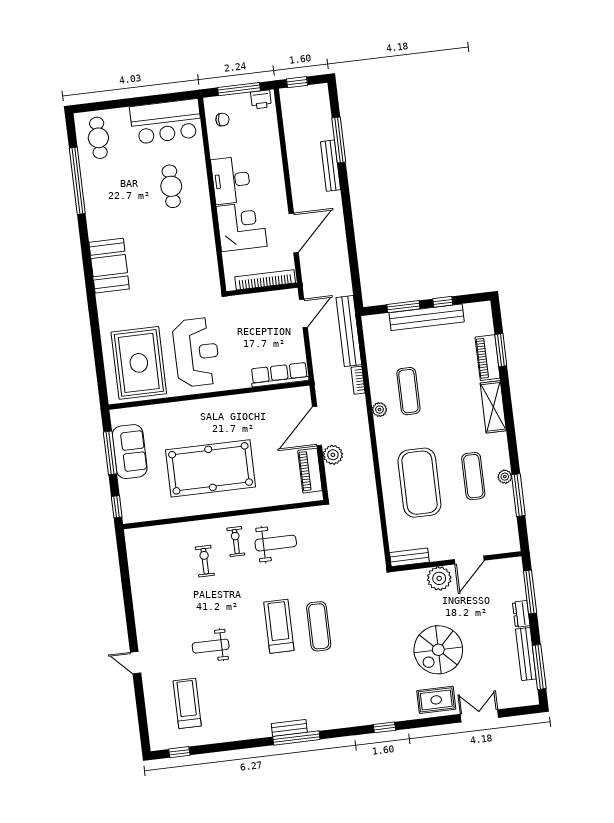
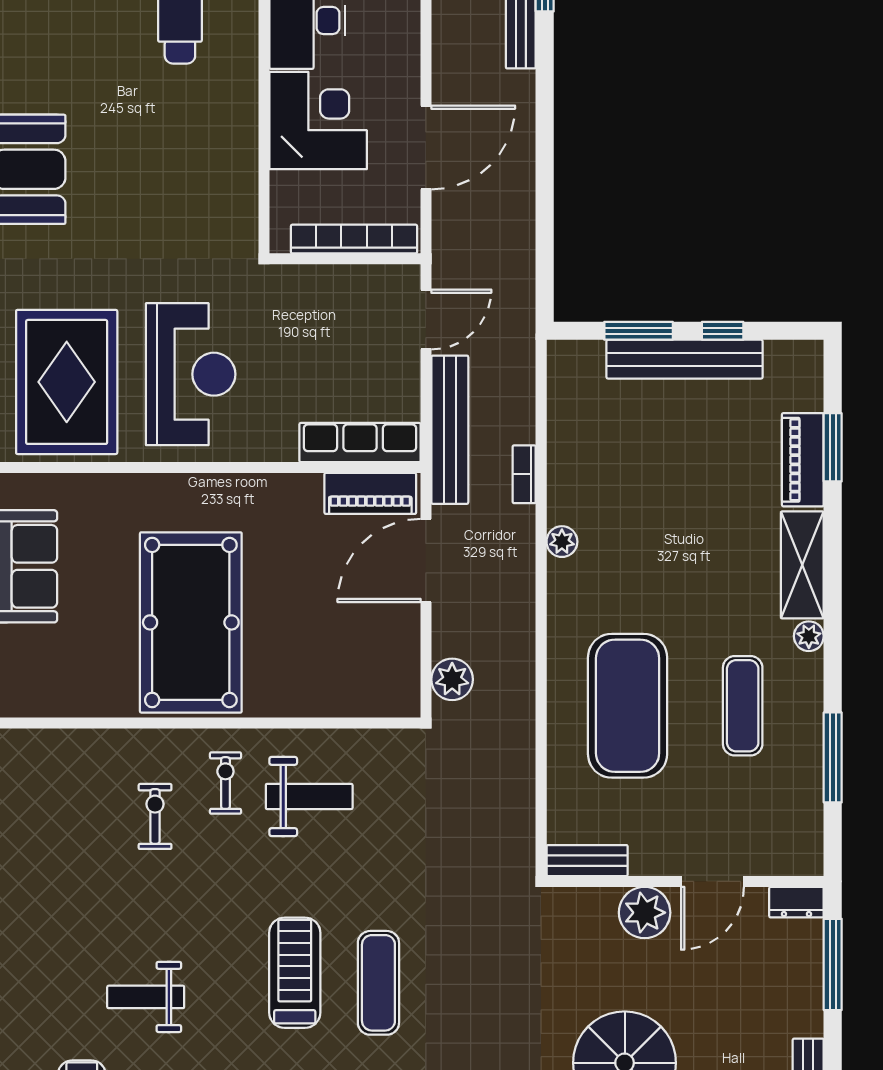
bench: (349, 331) -> (450, 430), moved
exercise mat: (408, 391) -> (628, 510), removed
plant: (333, 455) -> (452, 679), moved
pool table: (211, 468) -> (191, 622), turned 90
piano: (310, 471) -> (370, 493), moved, turned -90
plant: (505, 477) -> (809, 636), moved
dresser: (521, 614) -> (796, 902), moved, turned -90

